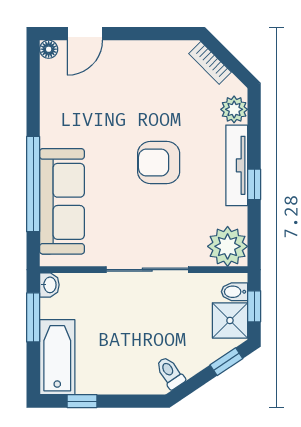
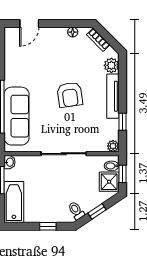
floor lamp: (49, 49) -> (73, 32), moved
armchair: (159, 163) -> (70, 95), turned -98
window: (254, 184) -> (122, 122), moved
plant: (228, 246) -> (113, 146), width x0.53, depth x0.53
window: (226, 362) -> (97, 211), moved
window: (82, 401) -> (48, 226), moved

